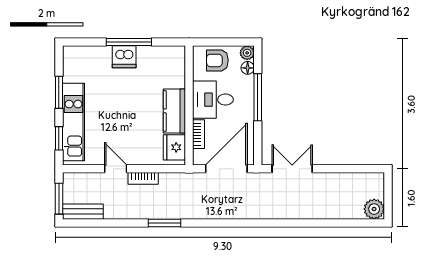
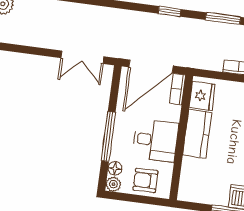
armchair: (217, 60) -> (145, 180), turned 180
bookcase: (198, 134) -> (178, 89), moved
window: (216, 223) -> (169, 11), added

